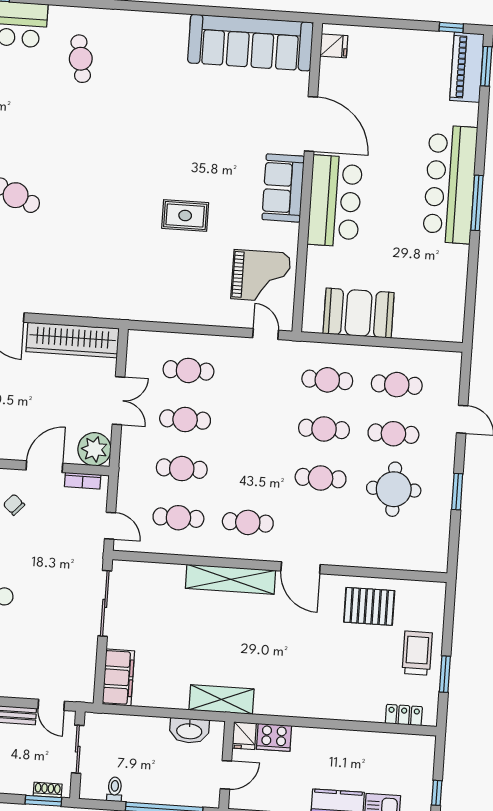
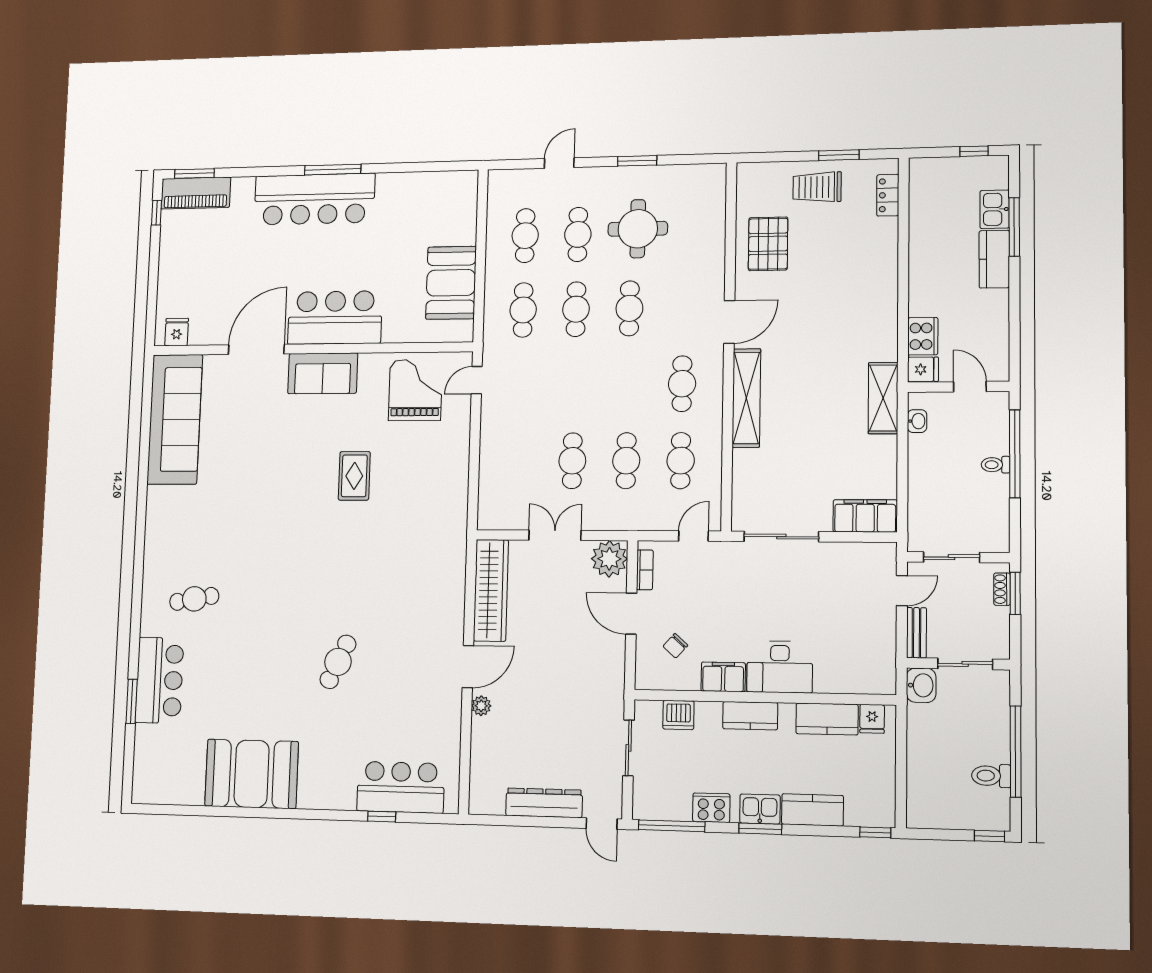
cafe table: (188, 370) -> (519, 461), removed
washbasin: (189, 731) -> (917, 421), width x0.52, depth x0.69
toilet: (115, 789) -> (996, 465), moved

